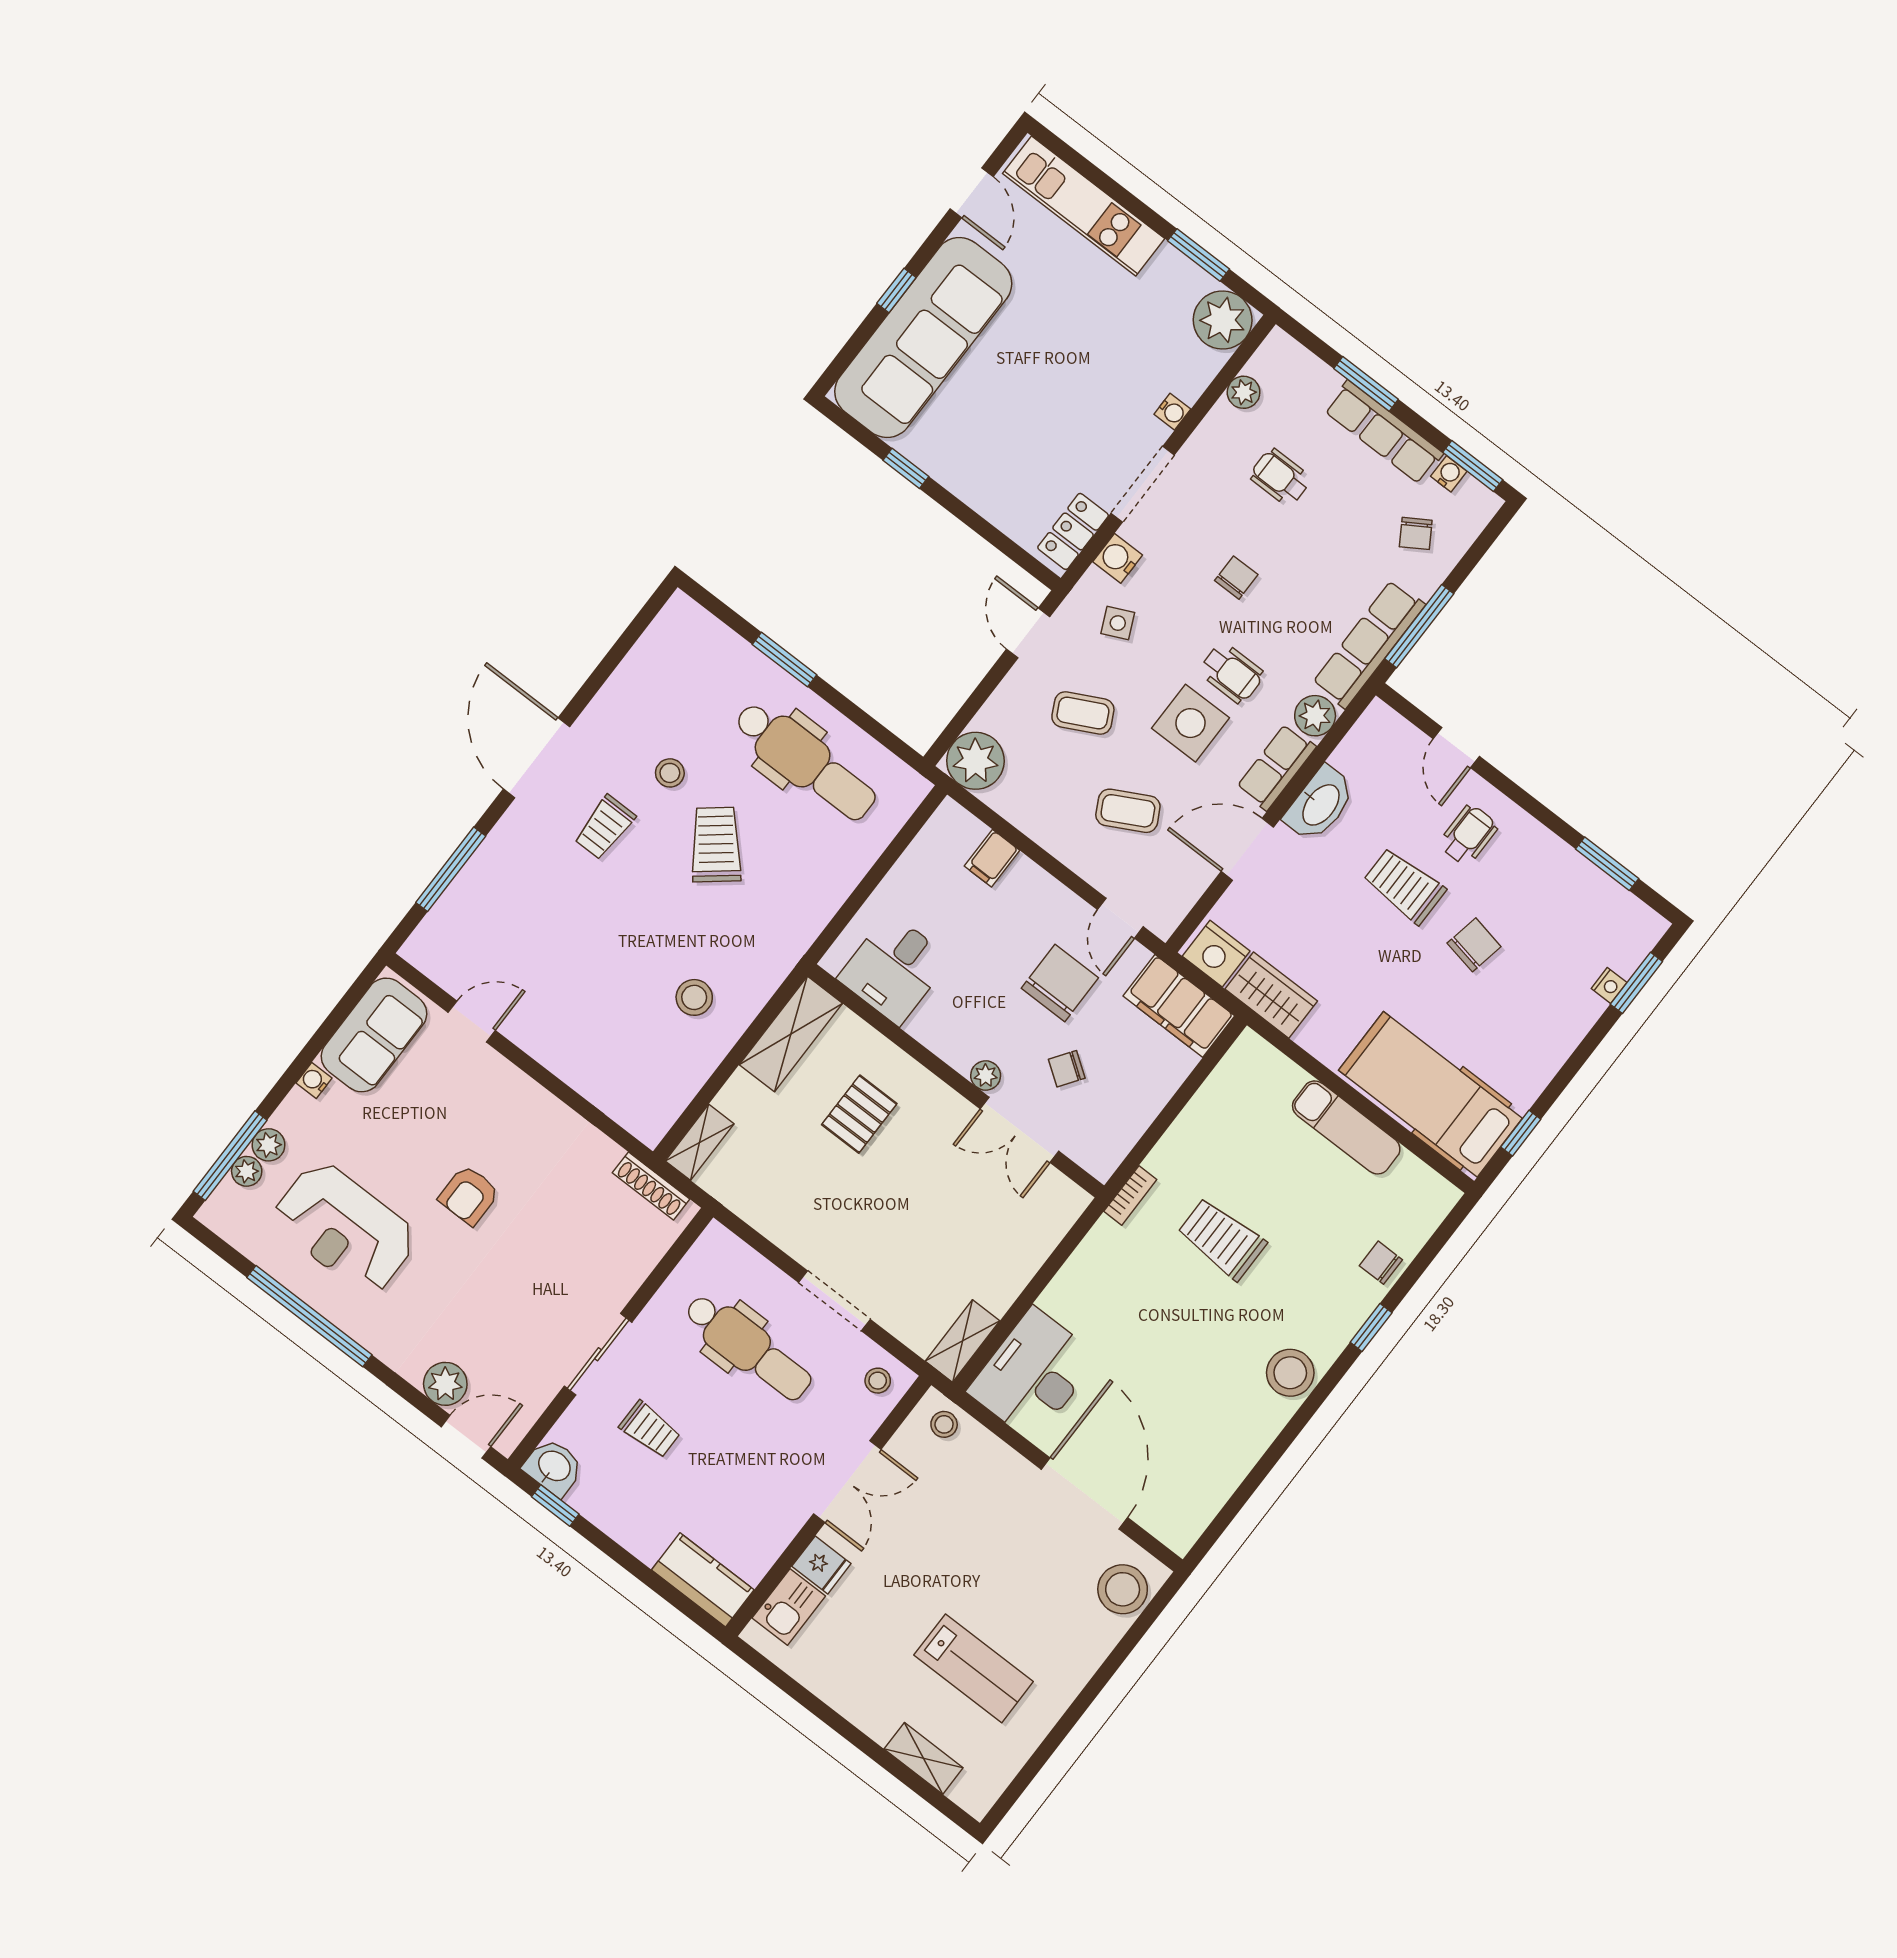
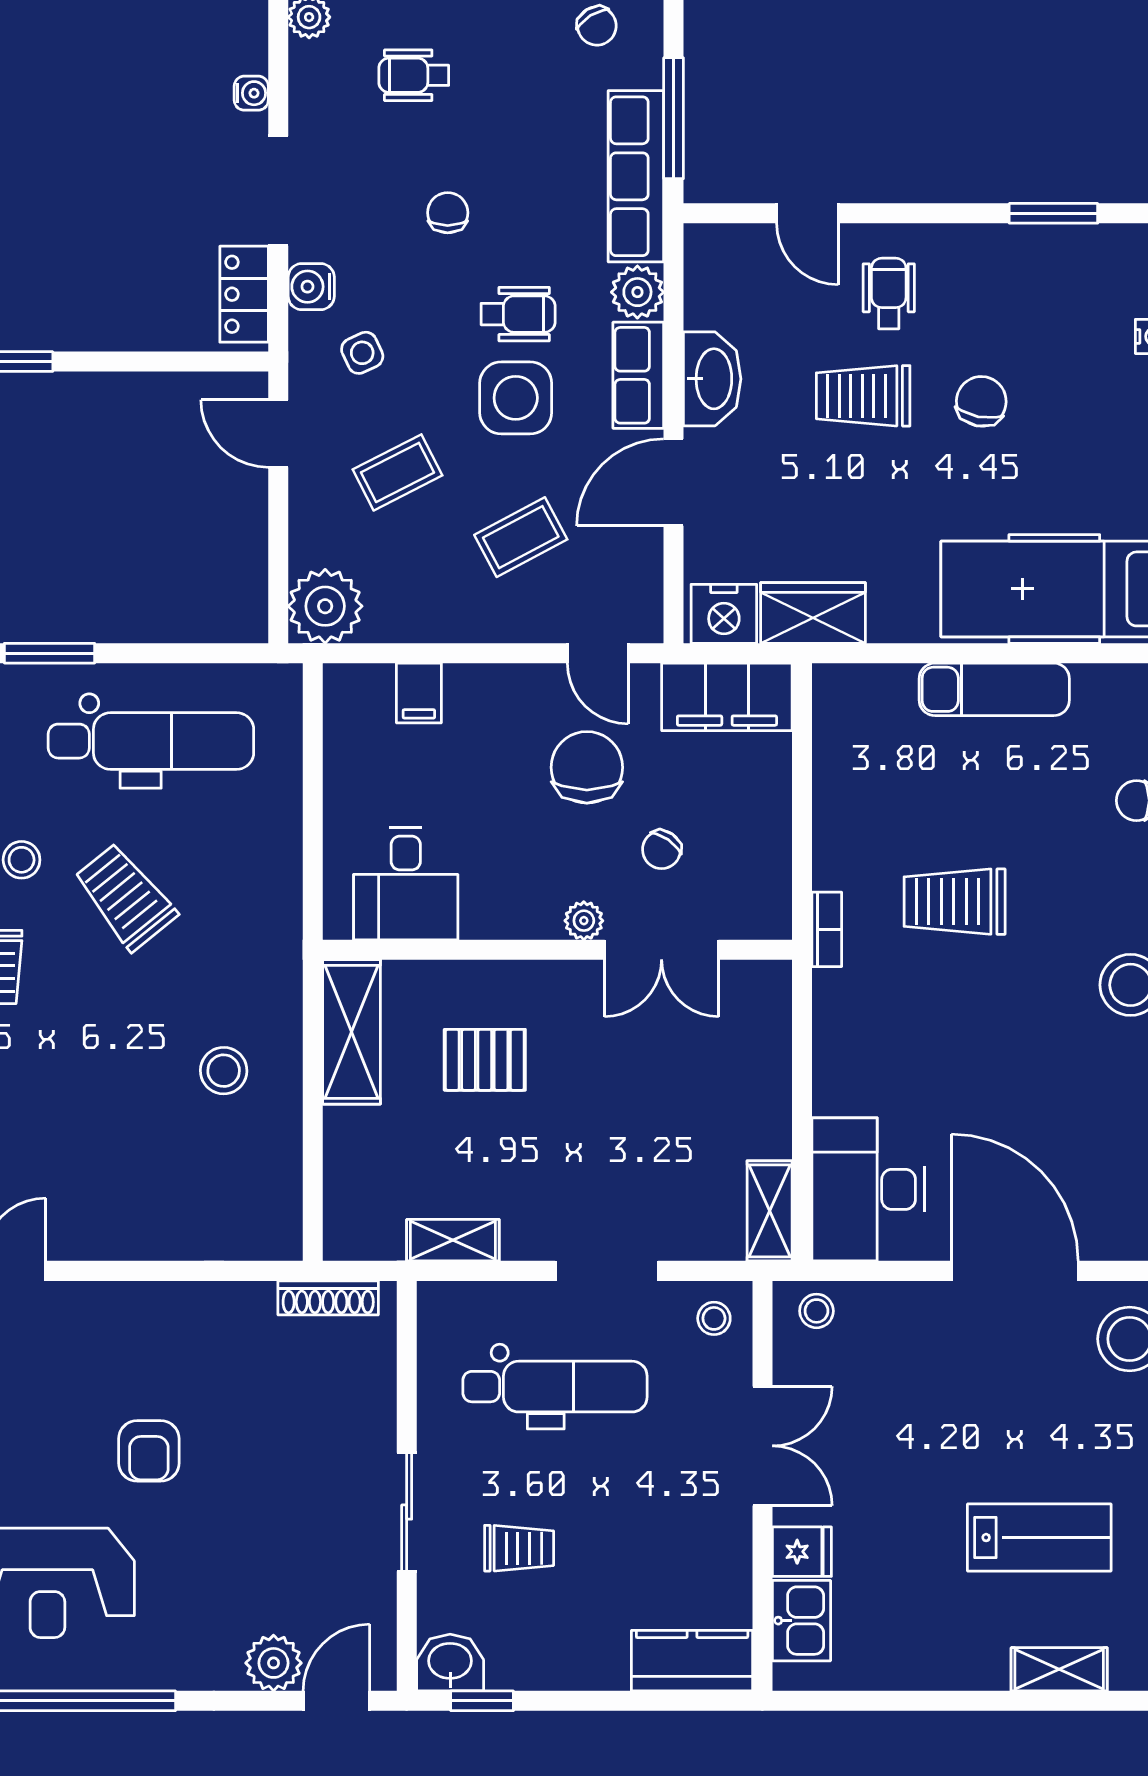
pallet: (859, 1114) -> (485, 1060), turned 90
shelving: (700, 1142) -> (453, 1240), moved, turned 90

